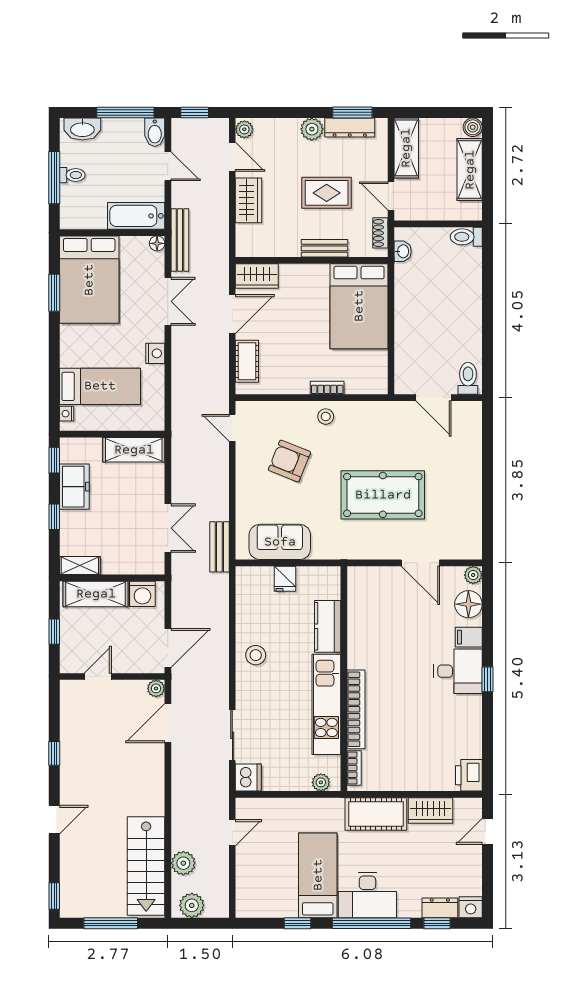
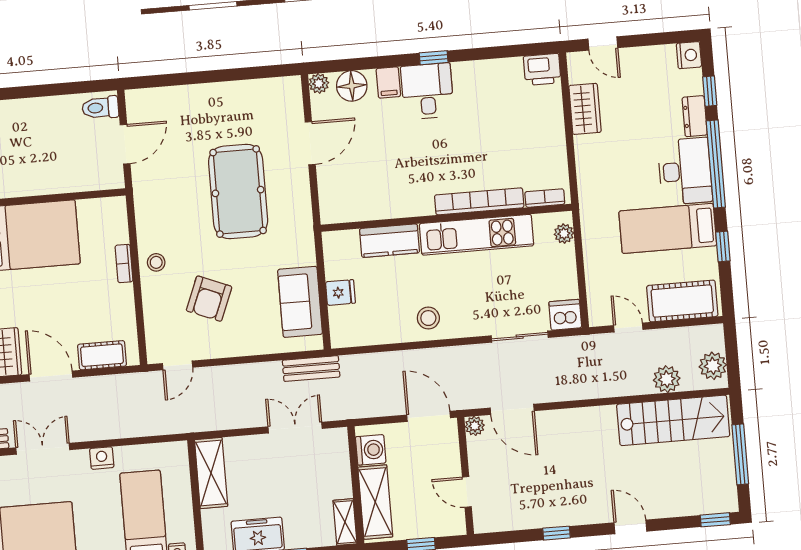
cot: (376, 814) -> (682, 301), moved, turned 90
dresser: (440, 908) -> (695, 116), moved

